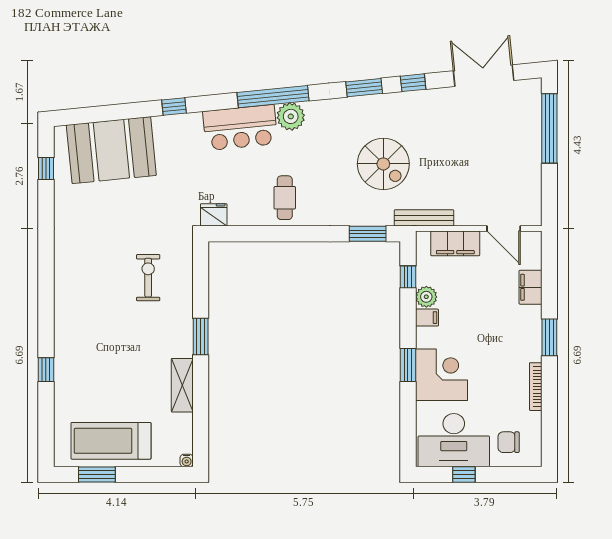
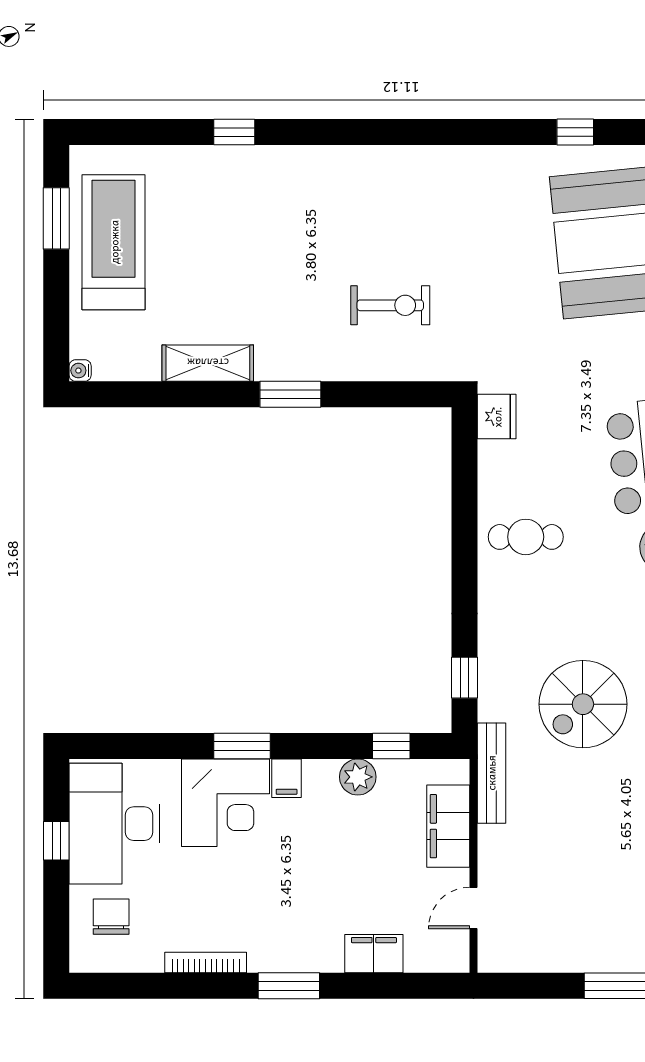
door: (504, 228) -> (474, 908), width x0.73
window: (368, 234) -> (465, 678), width x0.67
filing cabinet: (427, 318) -> (287, 778), moved

